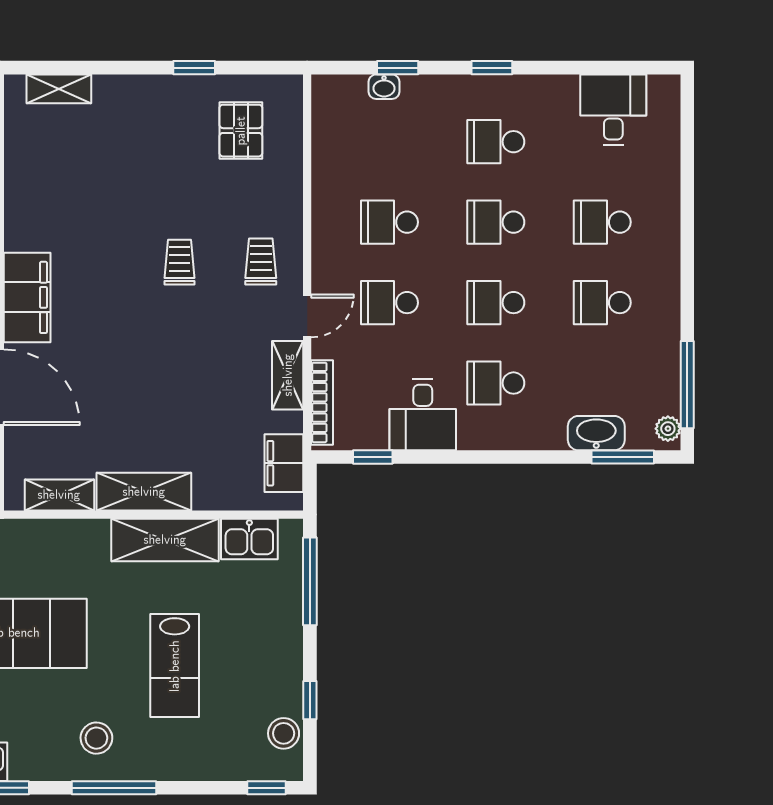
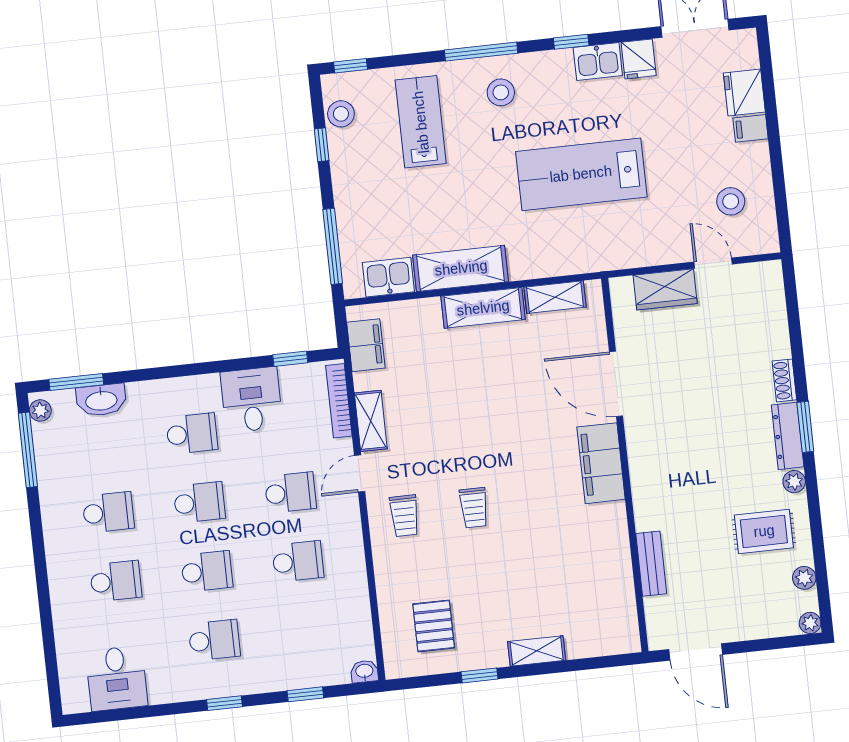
washbasin: (384, 87) -> (364, 671), moved
shelving: (59, 89) -> (537, 651), moved
lab bench: (175, 666) -> (421, 122), moved

